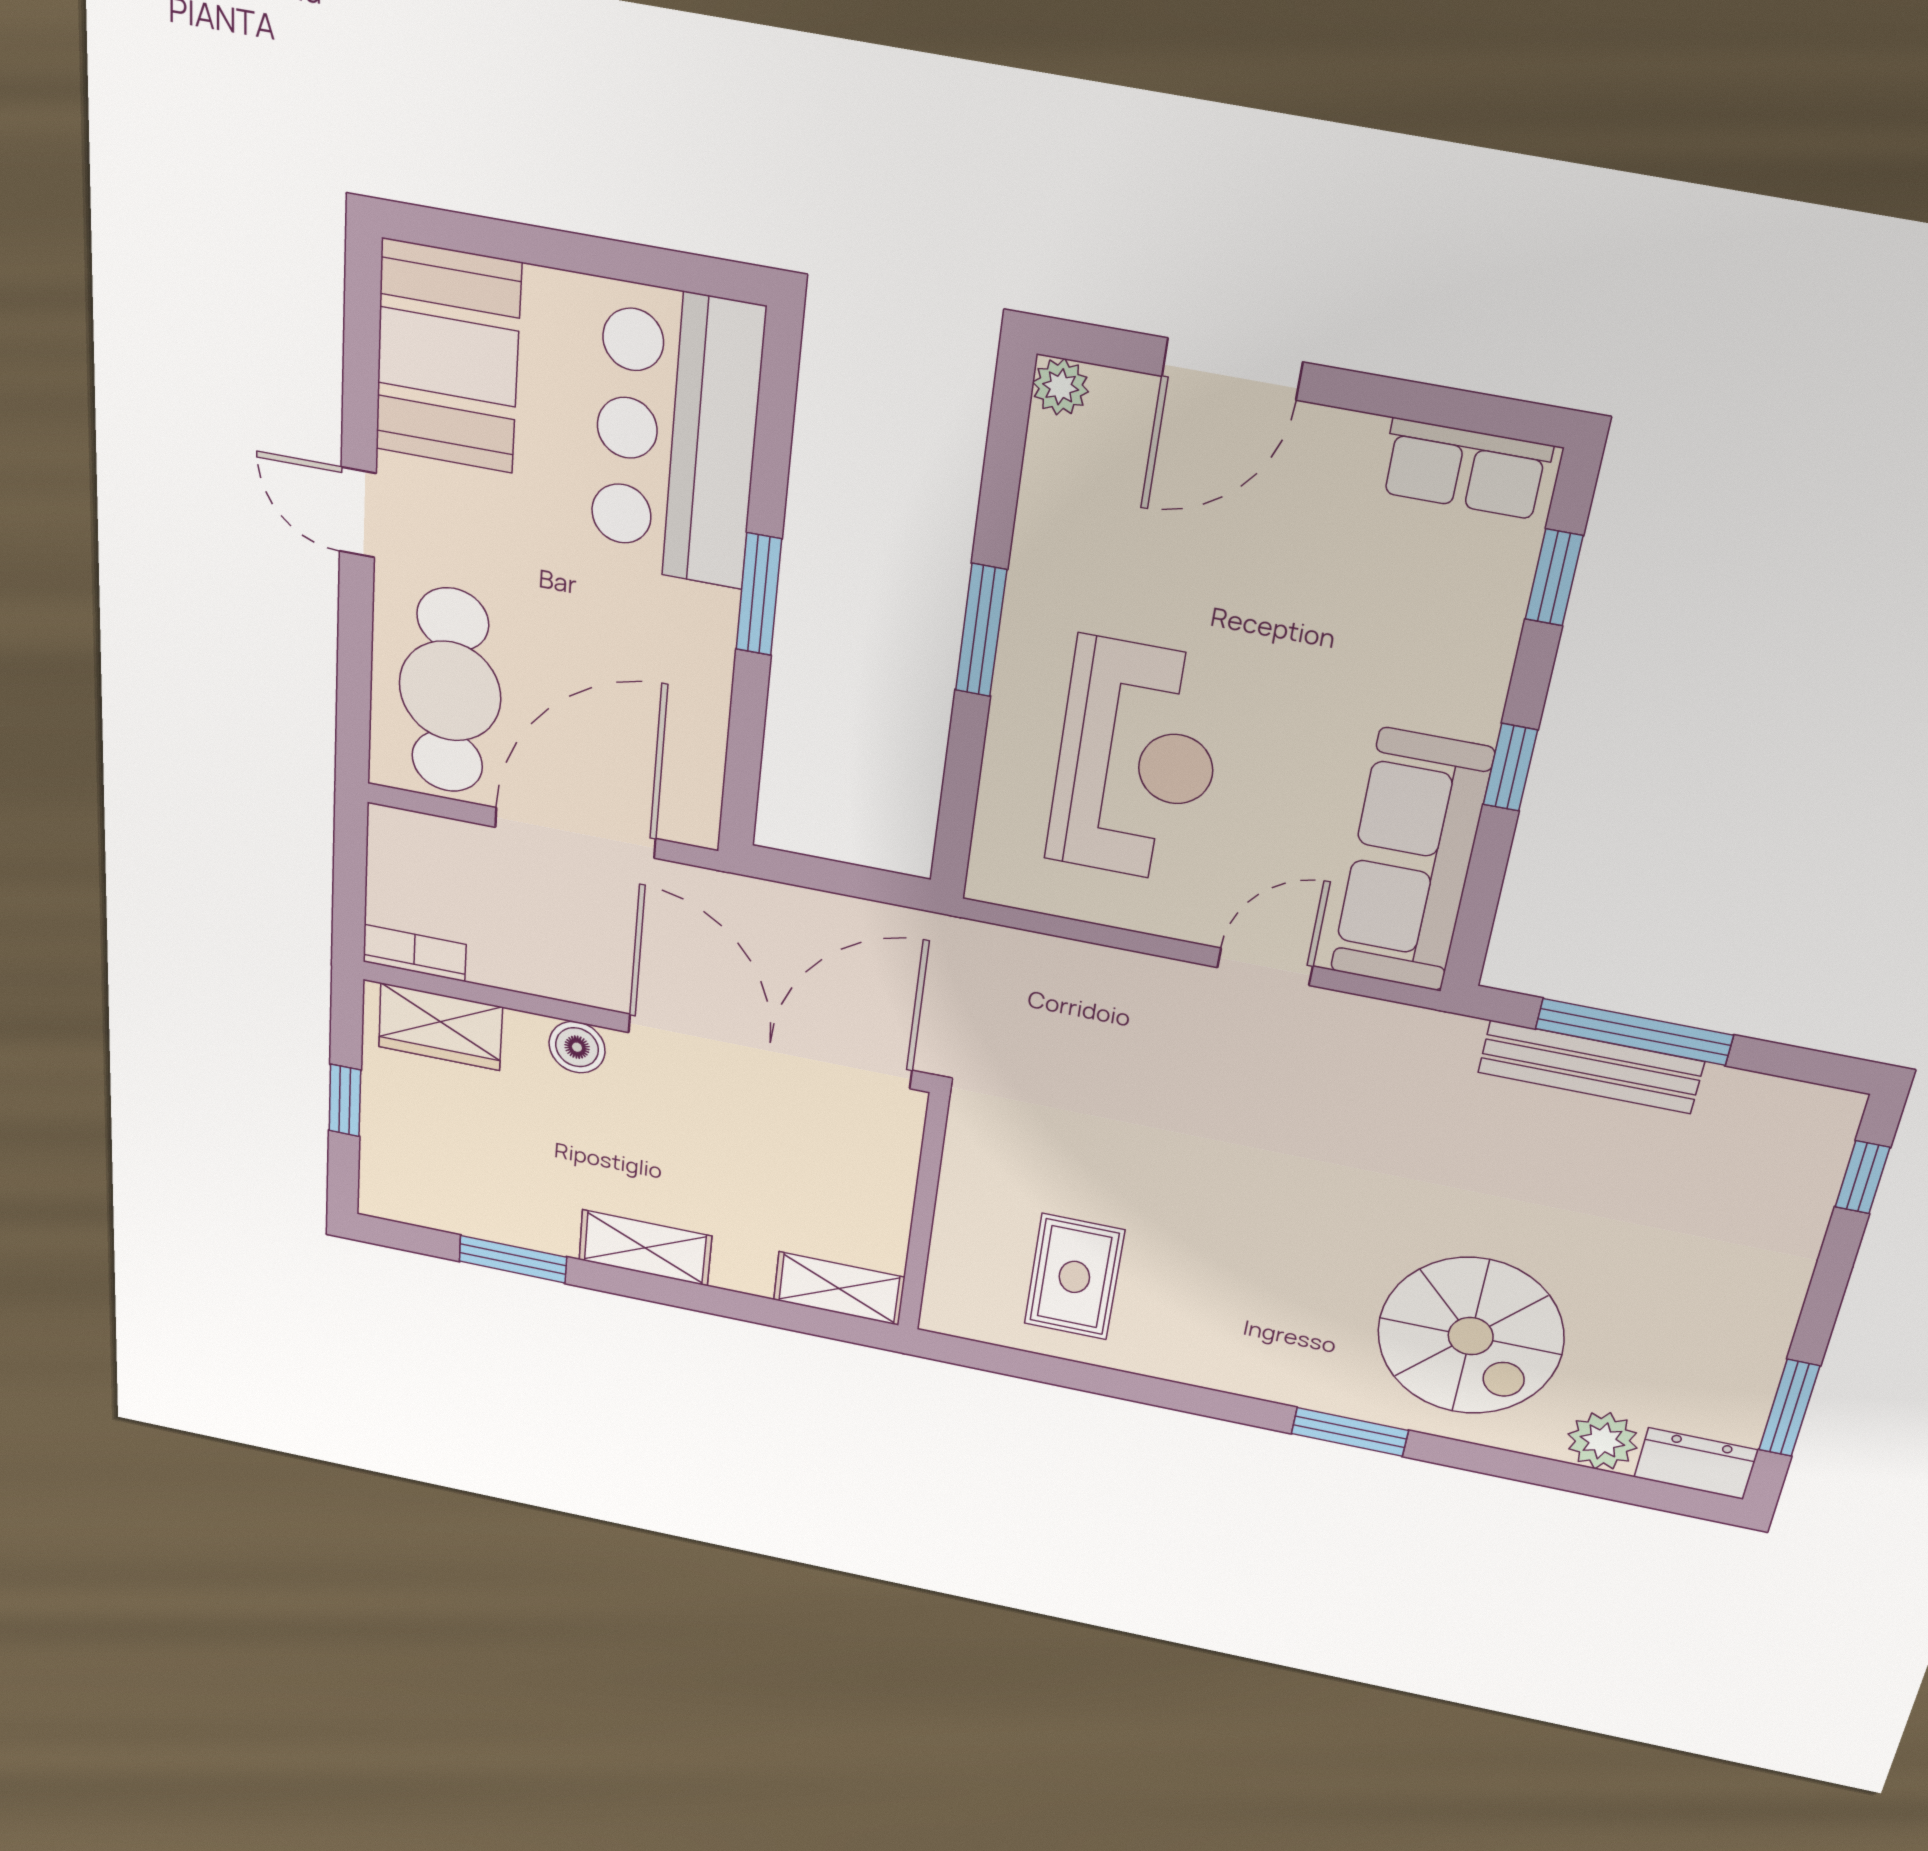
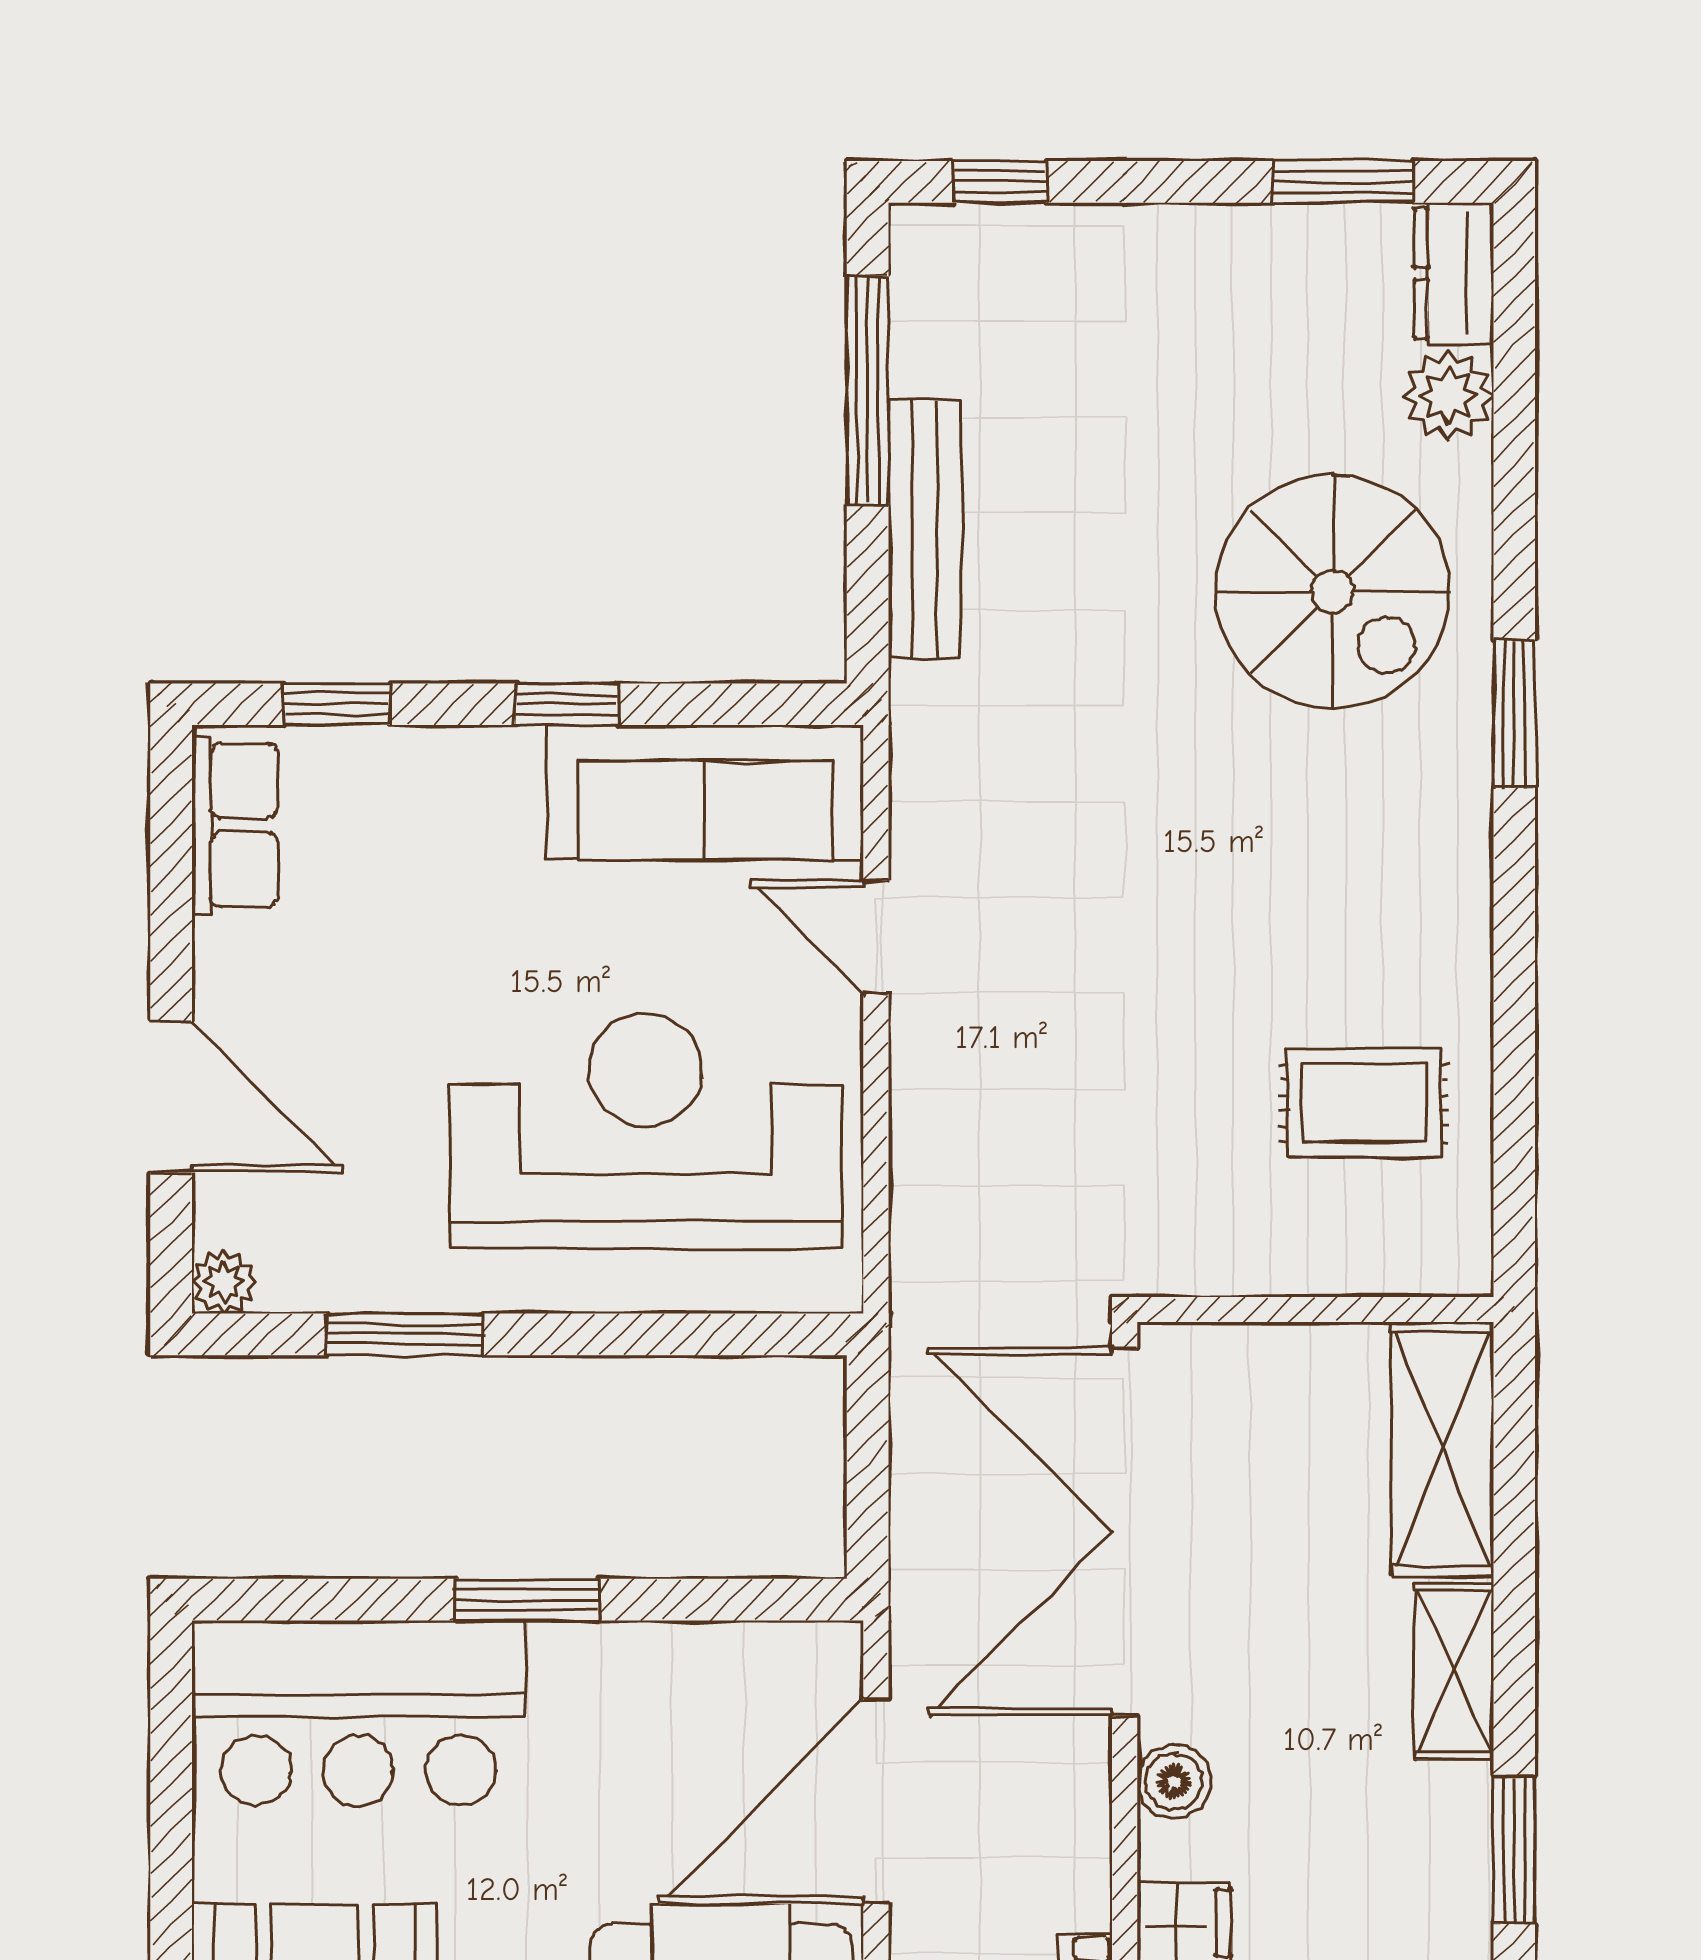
window: (981, 630) -> (405, 1334), moved
reception desk: (1136, 762) -> (646, 1131), width x1.36, depth x1.30
door: (575, 833) -> (876, 1802), hinge flipped
window: (1634, 1032) -> (868, 390), moved
shelving: (839, 1289) -> (1443, 1449), width x1.50, depth x1.33
spiral stairs: (1471, 1336) -> (1333, 591), turned 90

